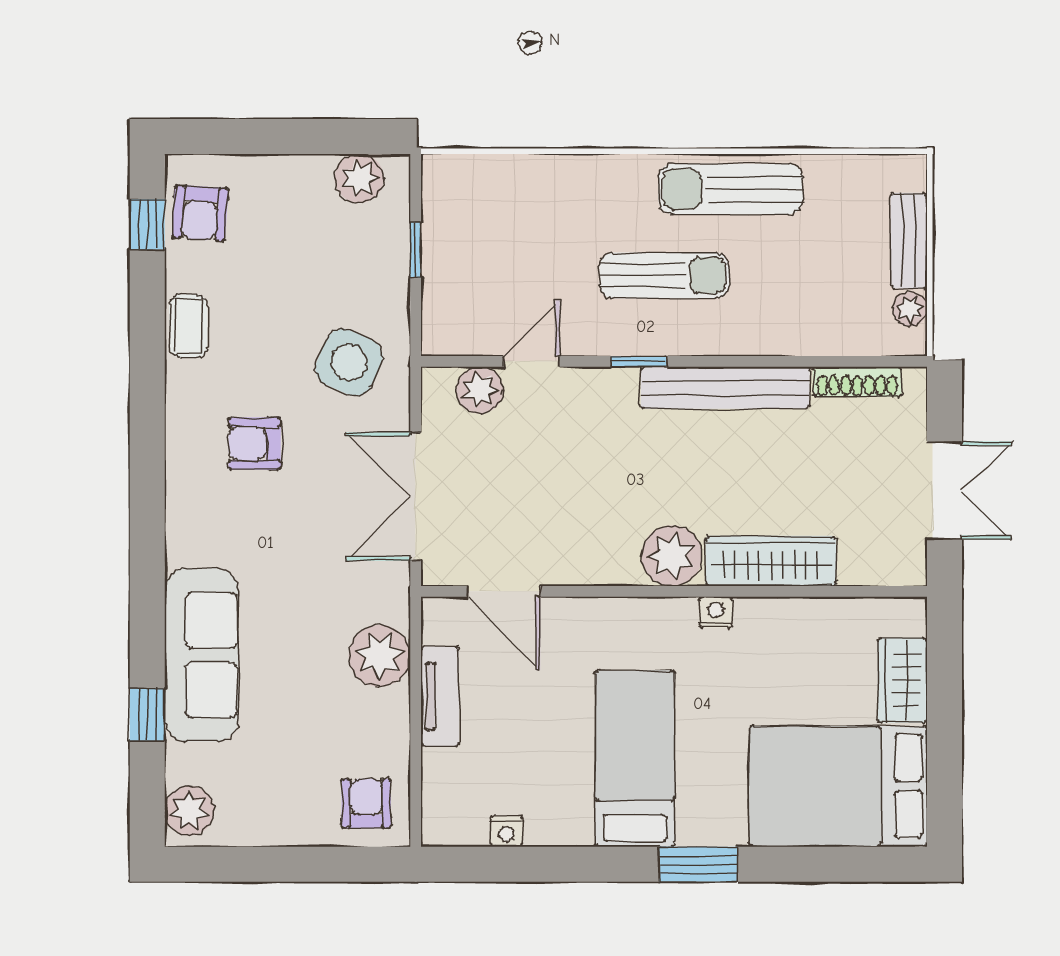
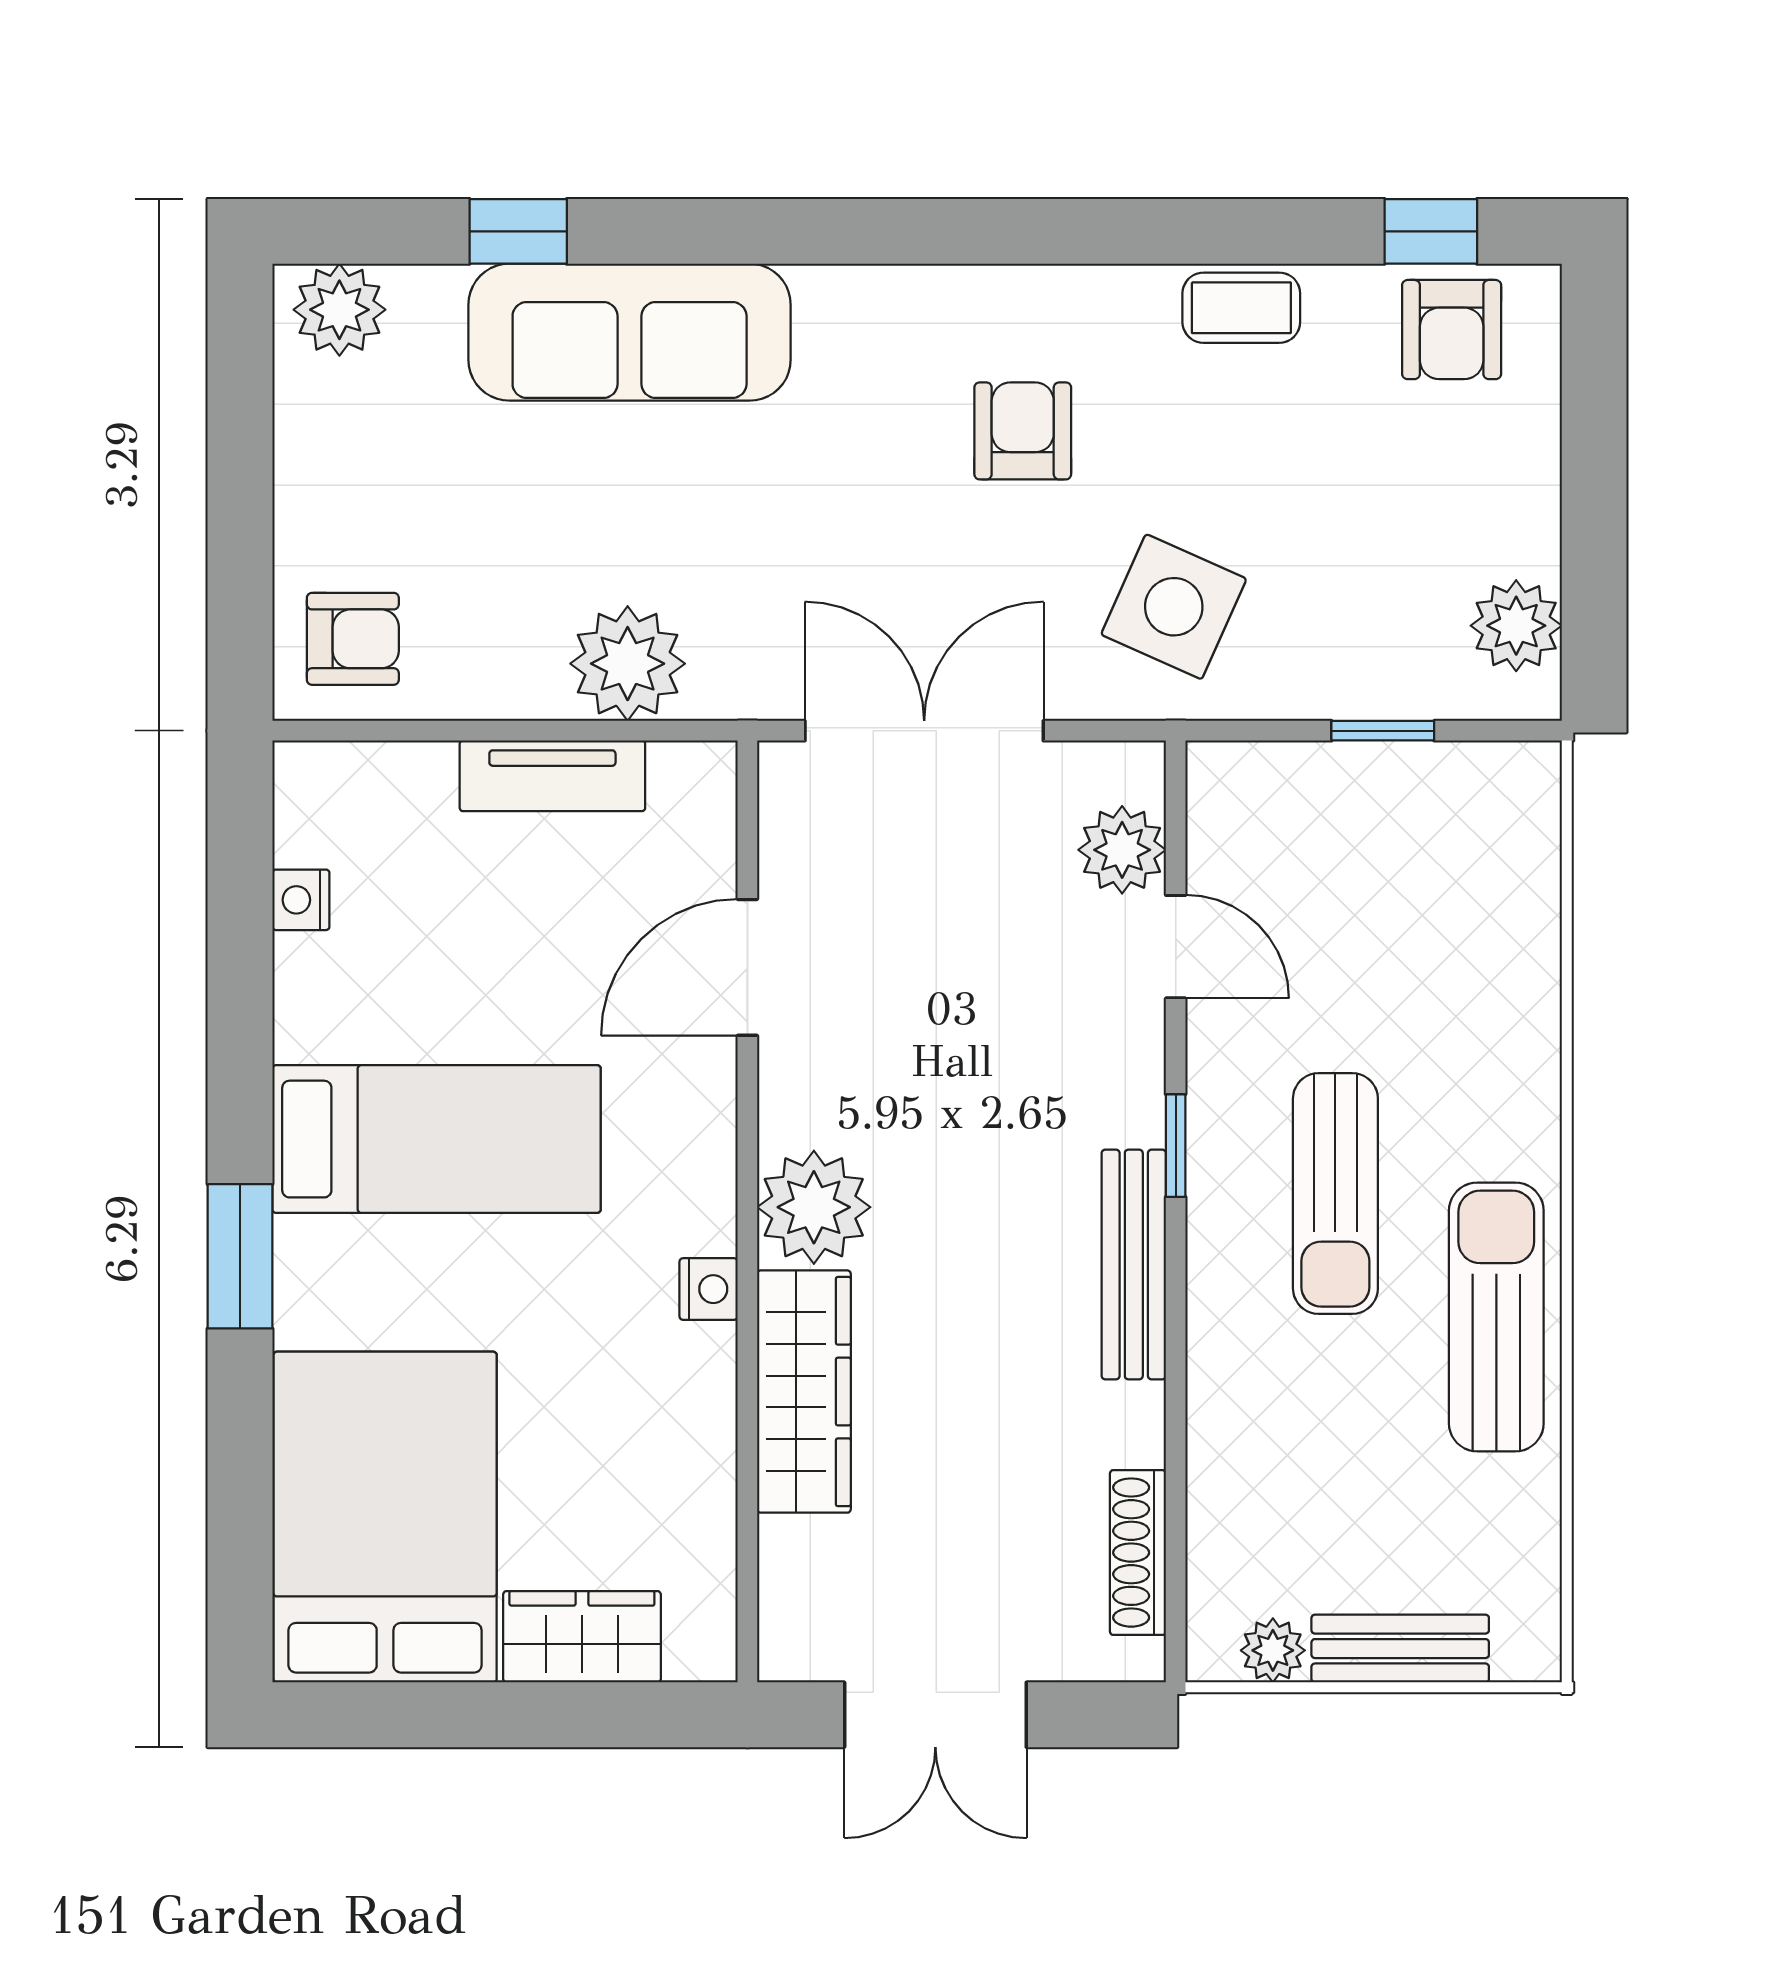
armchair: (200, 213) -> (1452, 330), turned -94
bench: (725, 388) -> (1134, 1264), width x0.73, depth x0.82
door: (503, 591) -> (747, 967), moved

